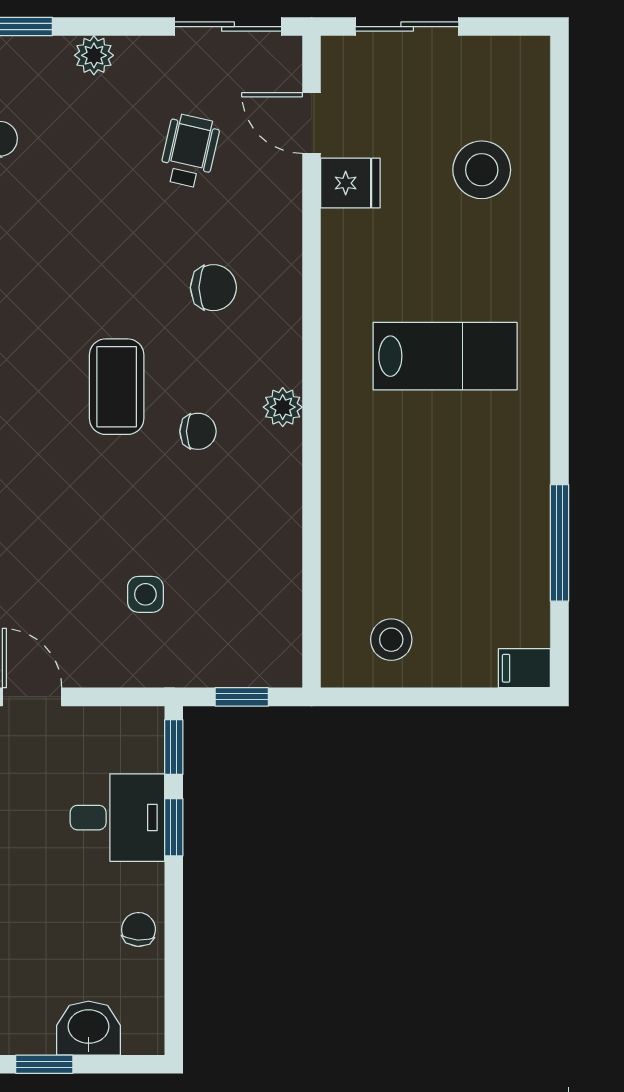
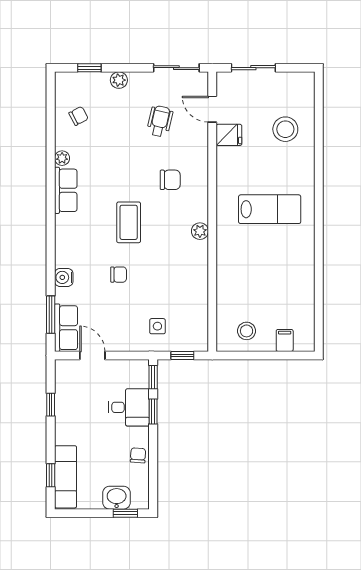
chair: (198, 431) -> (119, 275), moved
window: (559, 543) -> (319, 289), removed
side table: (145, 594) -> (157, 326), moved
filing cabinet: (524, 668) -> (285, 340), moved, turned 90
window: (44, 1064) -> (125, 513), moved

